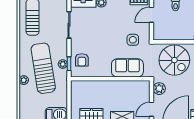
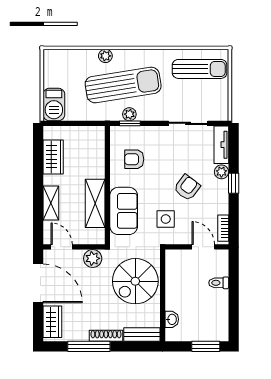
armchair: (112, 25) -> (187, 188), added
armchair: (82, 60) -> (134, 159), moved
shelving: (122, 87) -> (95, 203), added

